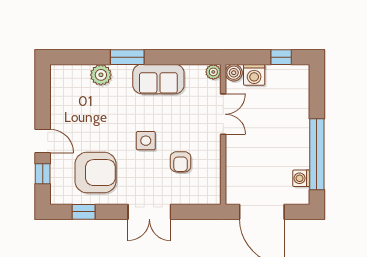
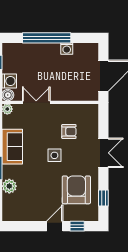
window: (317, 154) -> (47, 38), moved
washing machine: (301, 178) -> (67, 49), moved

